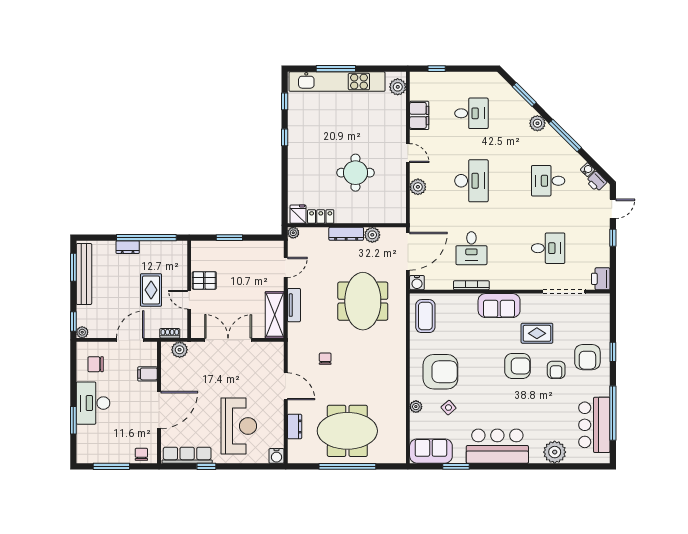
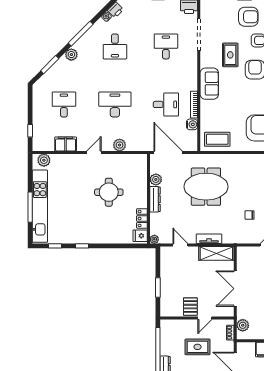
water cooler: (417, 283) -> (192, 124), moved

